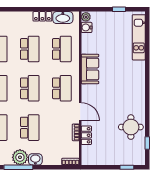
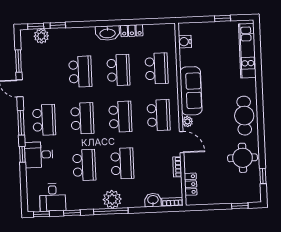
plant: (86, 17) -> (187, 122), moved
washbasin: (63, 18) -> (107, 33), moved
sofa: (90, 69) -> (191, 91), width x1.36
cafe table: (134, 92) -> (244, 116), added
locker: (86, 135) -> (191, 184), moved
washbasin: (35, 159) -> (153, 200), moved

